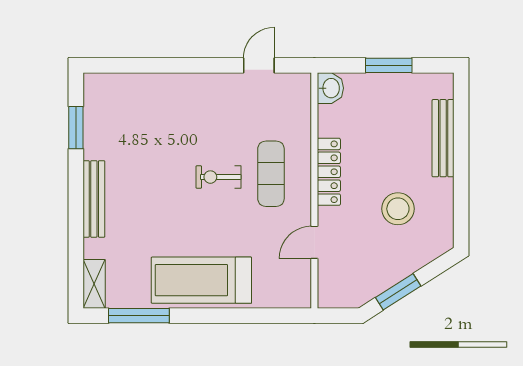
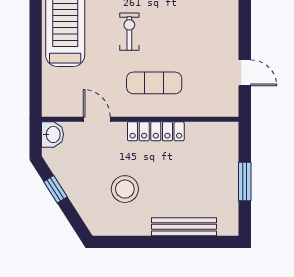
washbasin: (330, 88) -> (53, 134), moved, turned -90
exercise bike: (218, 177) -> (129, 32), moved
window: (398, 292) -> (55, 189), width x0.67

